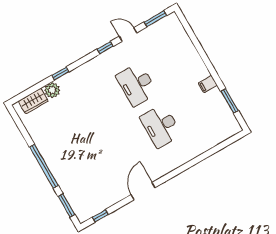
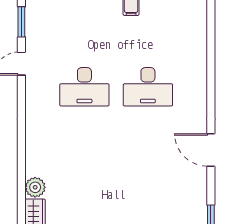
window: (105, 48) -> (21, 99), removed
window: (60, 74) -> (21, 167), removed

